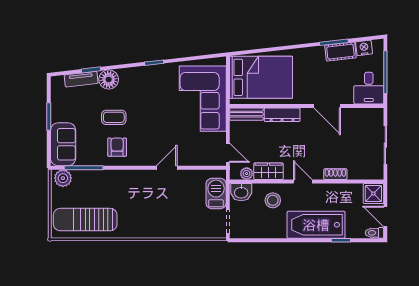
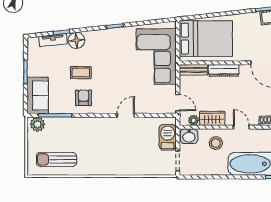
sun lounger: (85, 220) -> (56, 159), width x0.73, depth x0.75

